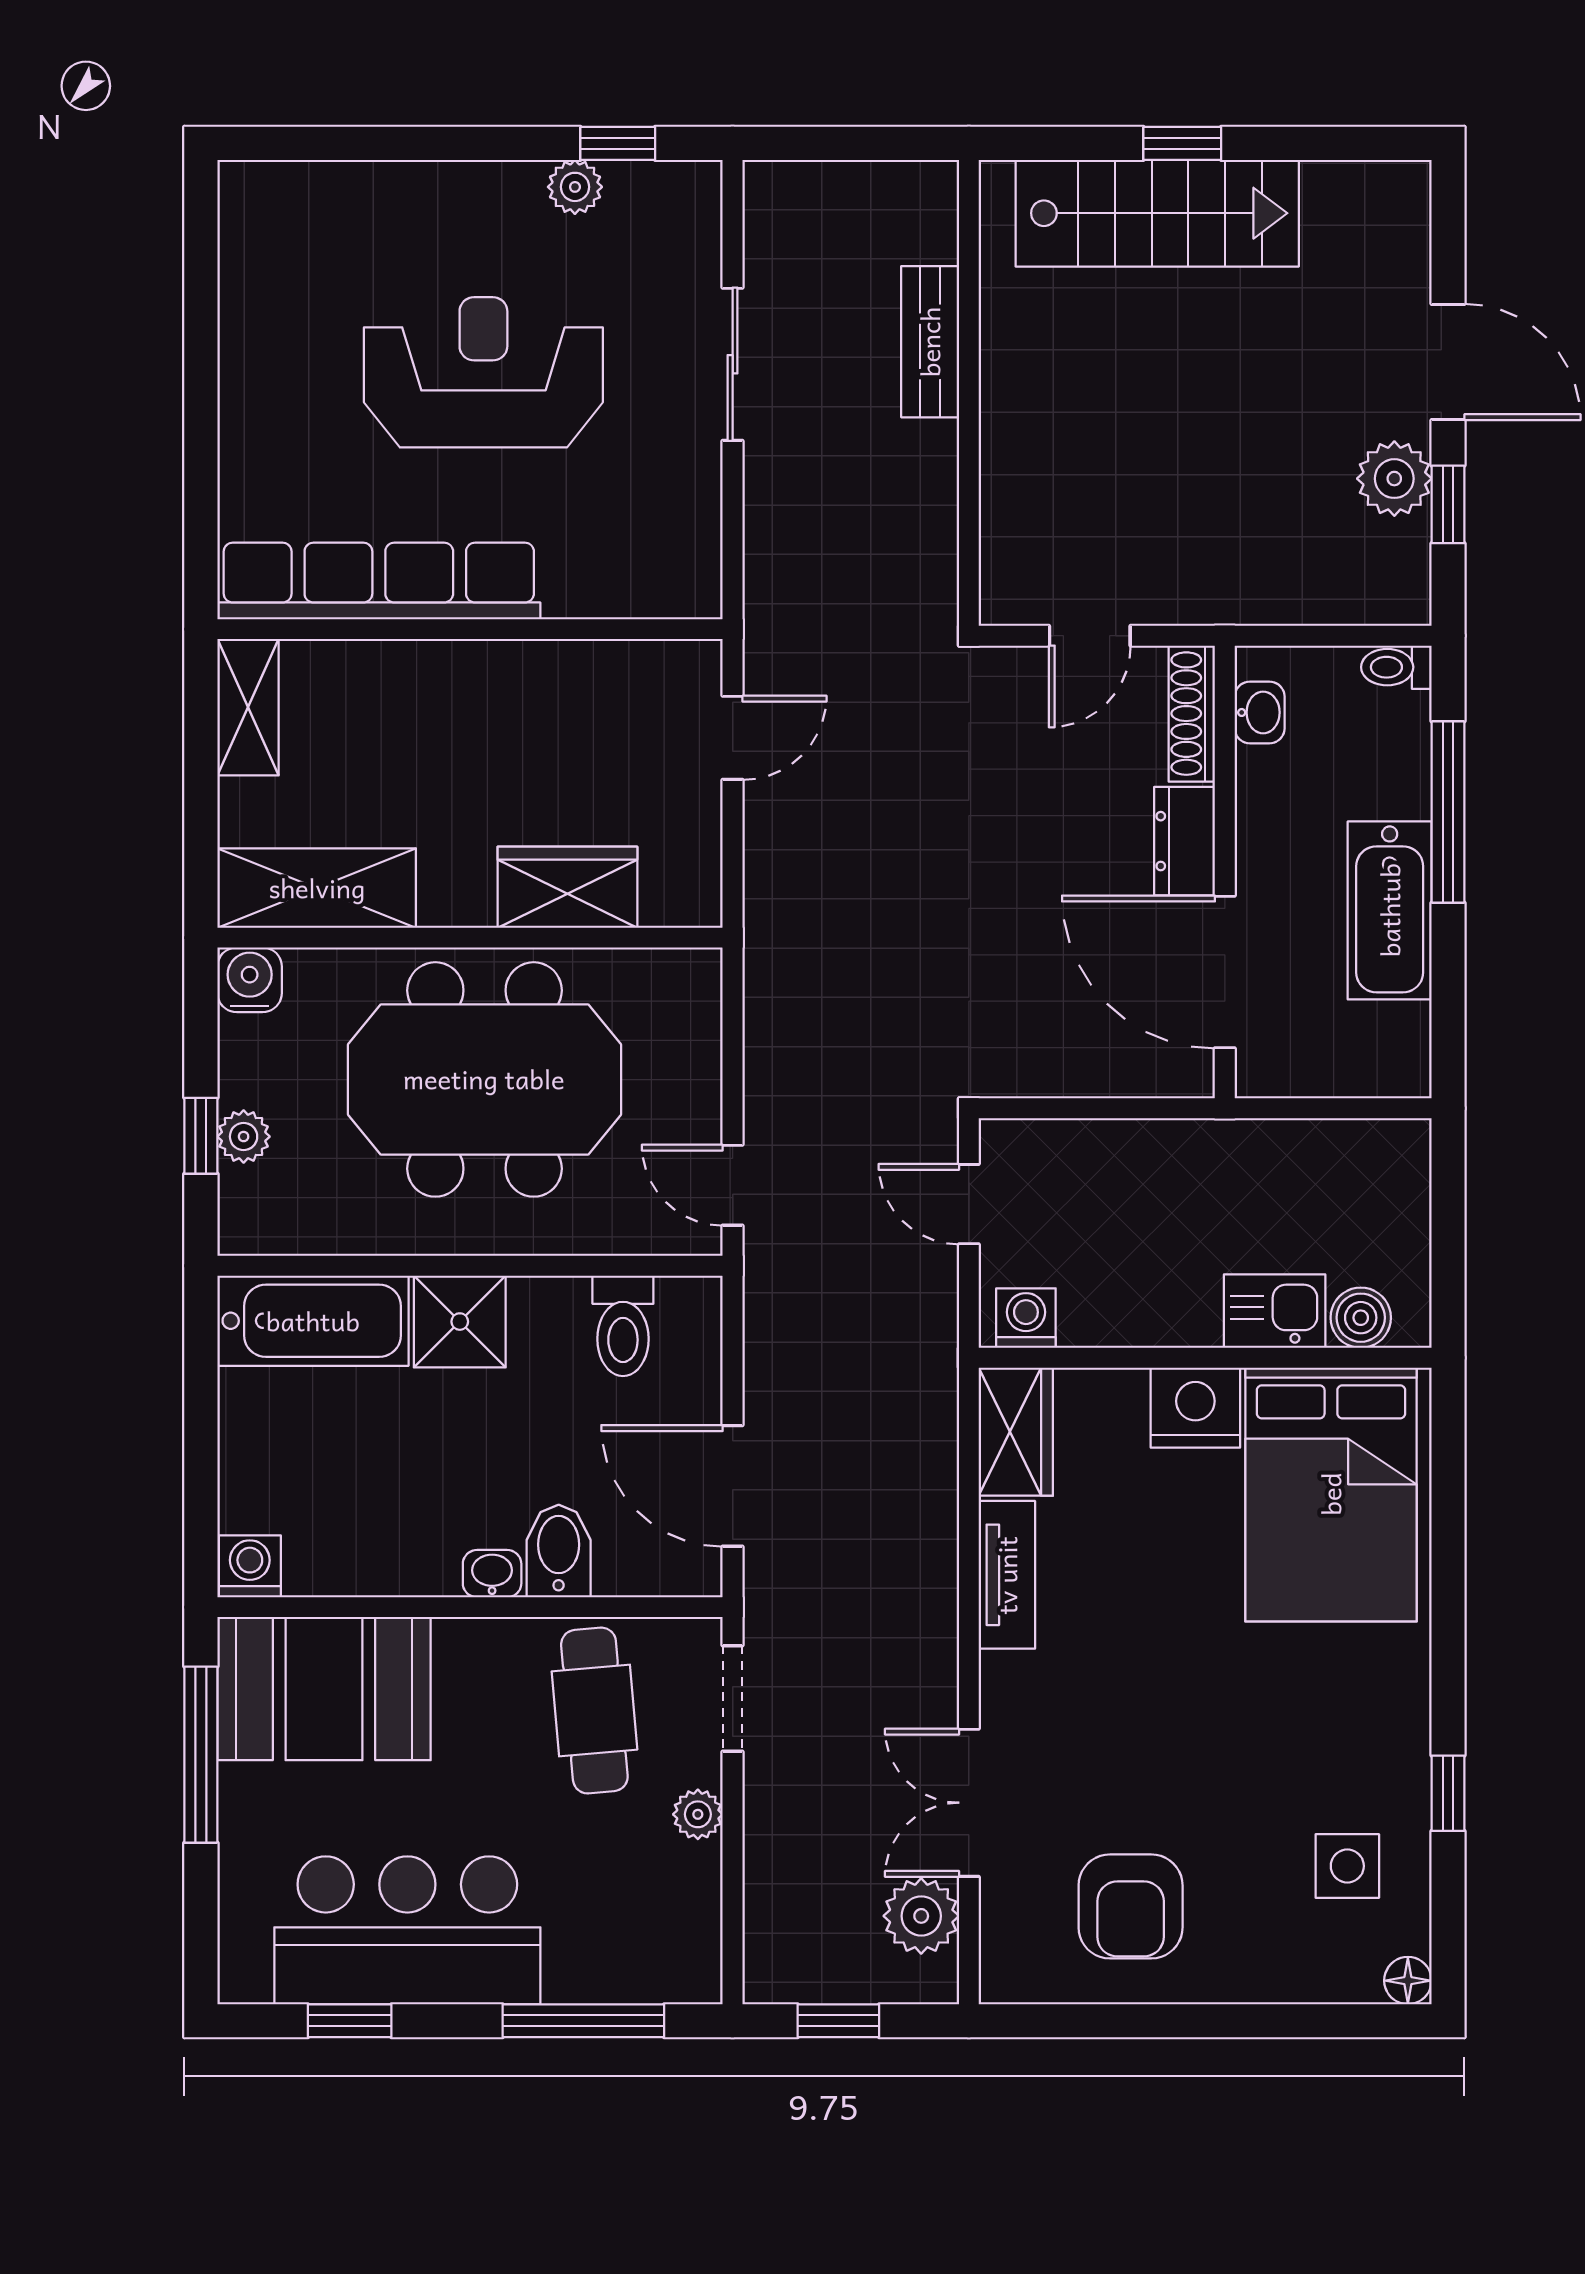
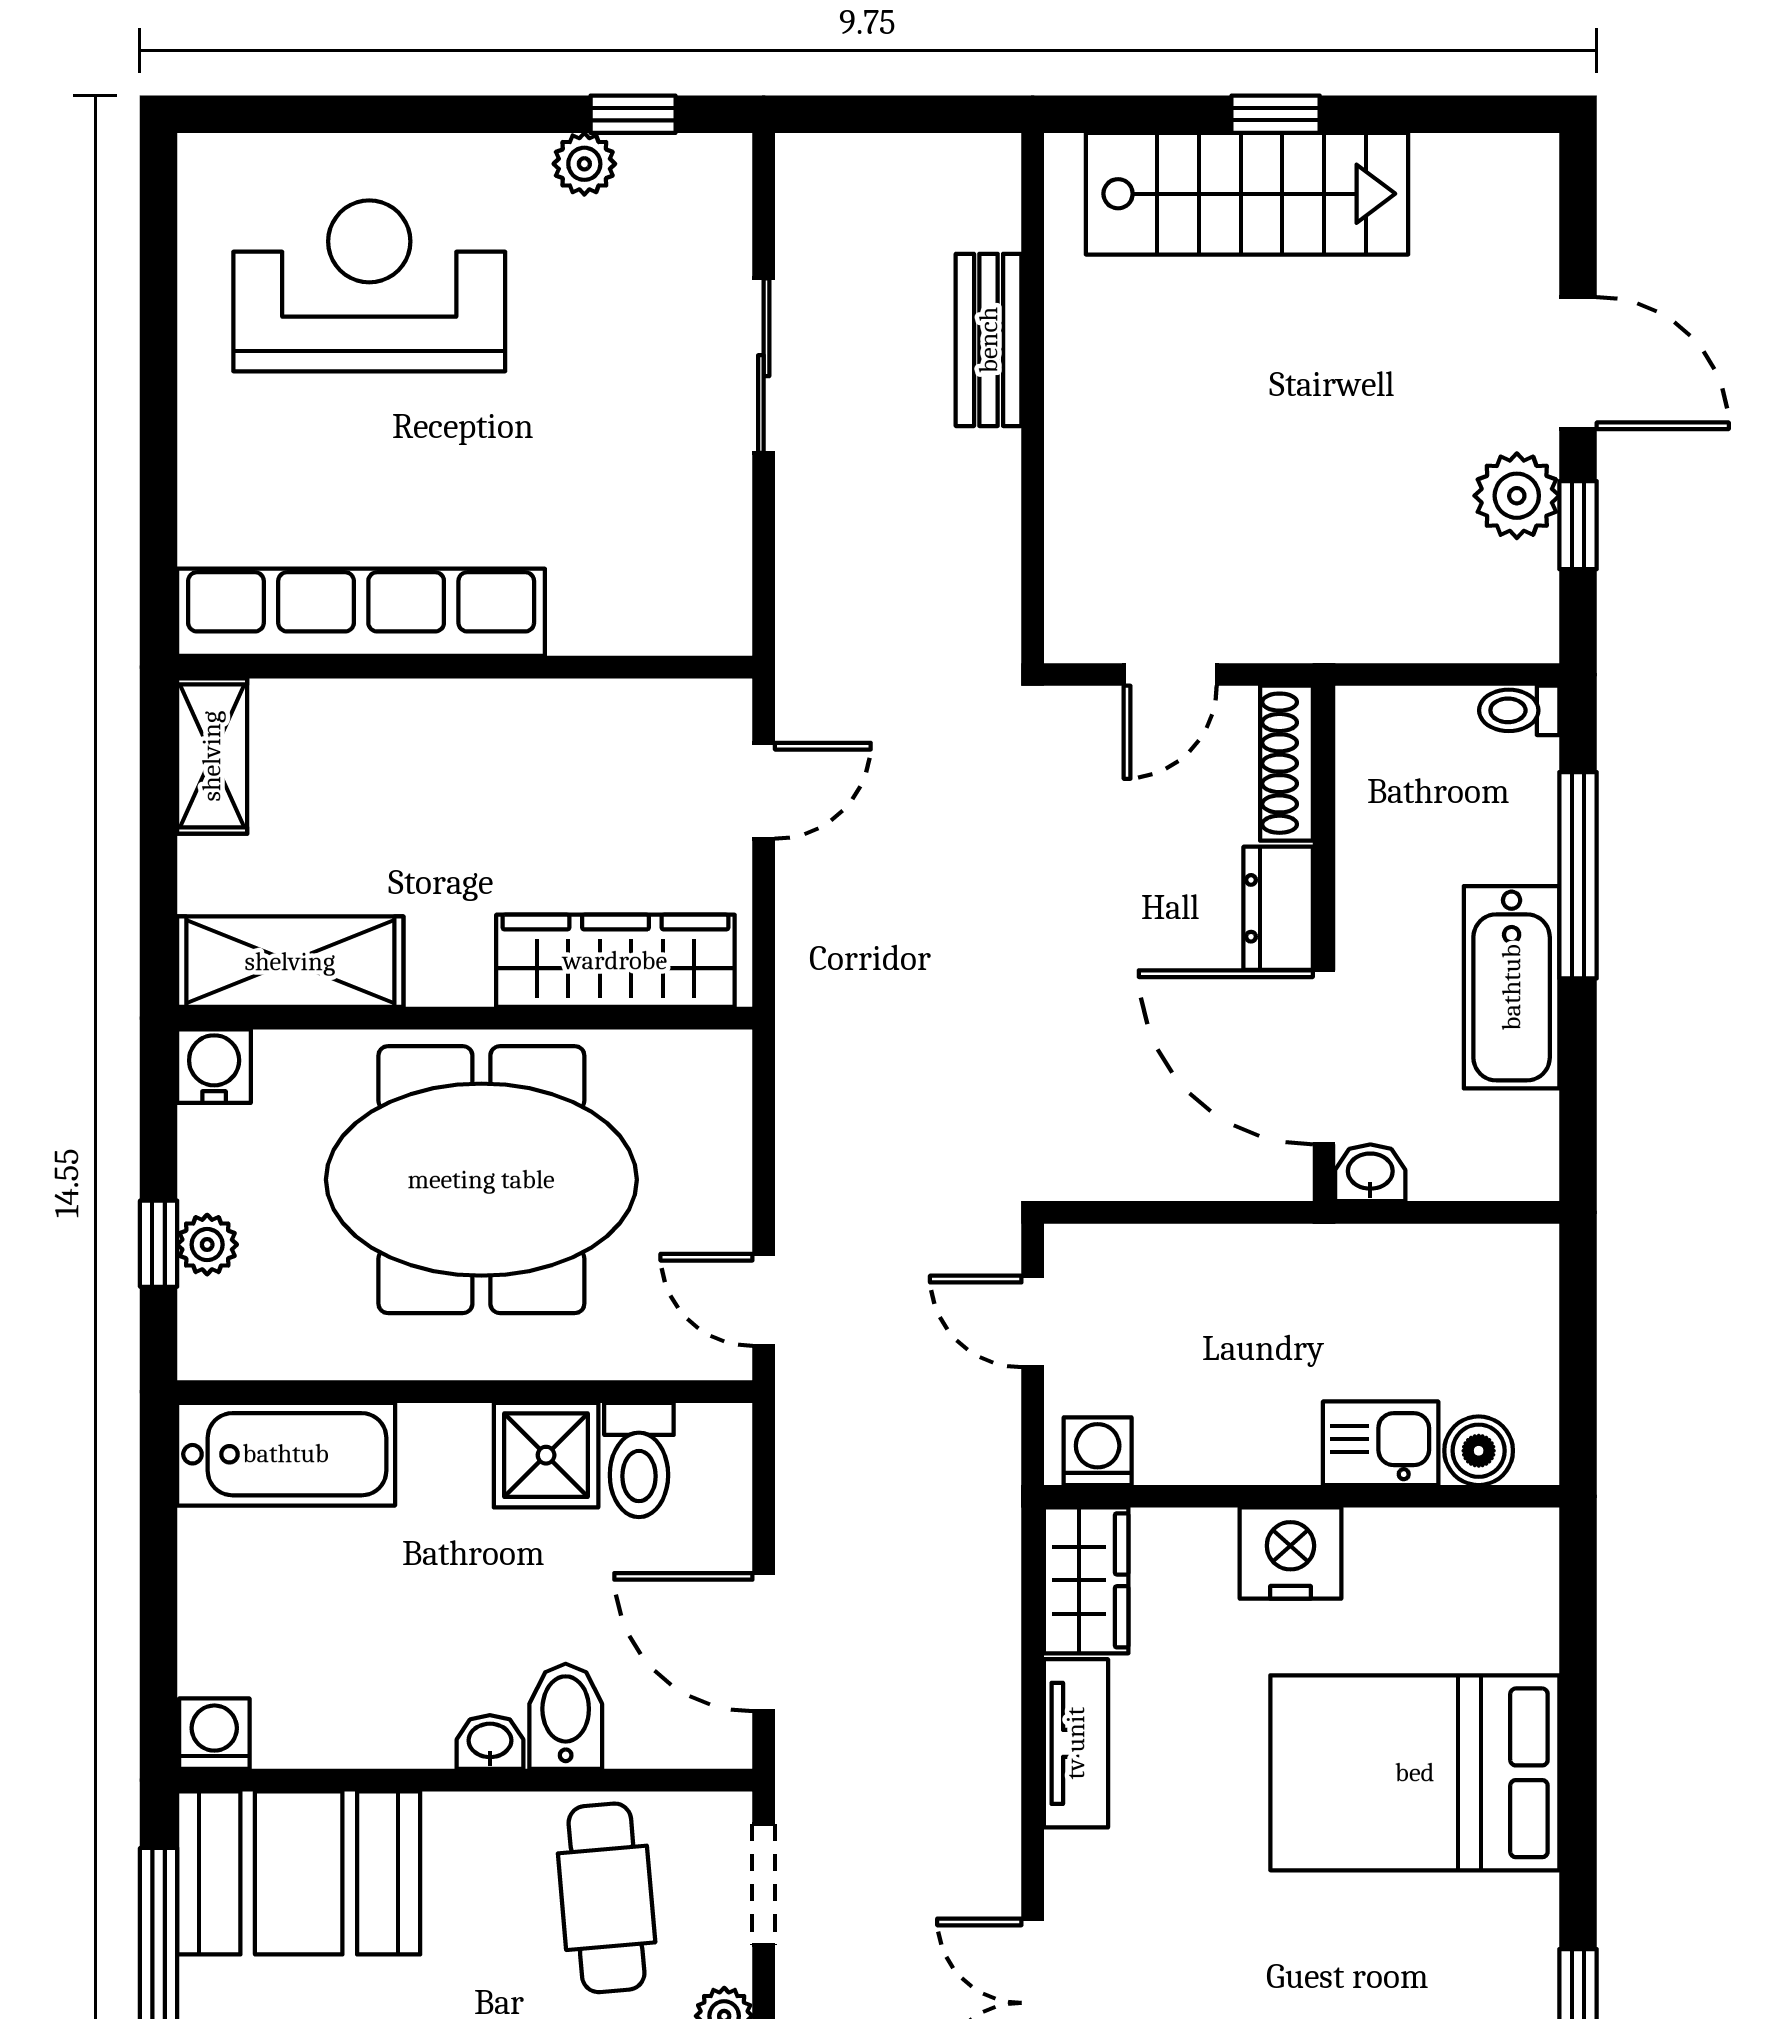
reception desk: (483, 372) -> (369, 286), moved
washbasin: (1260, 712) -> (1370, 1173), moved, turned -90
wardrobe: (567, 887) -> (615, 961), width x1.50
shower: (460, 1322) -> (546, 1455), moved
bed: (1331, 1494) -> (1415, 1773), moved, turned 90

